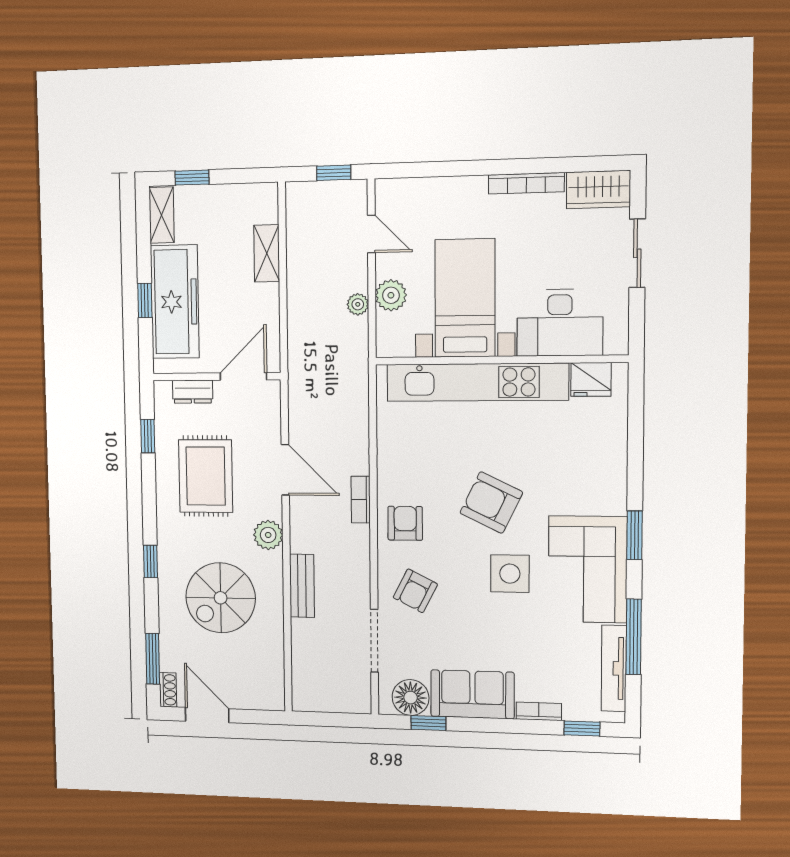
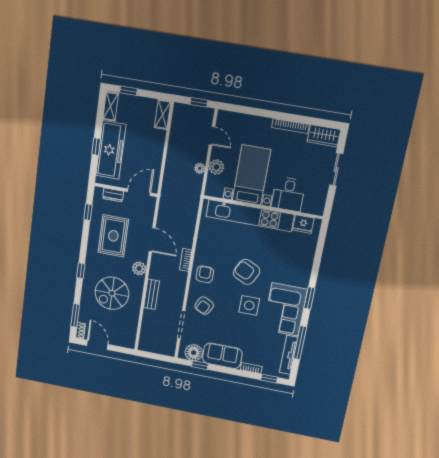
shelving: (267, 253) -> (163, 115), moved
desk: (560, 323) -> (288, 194), width x0.73

